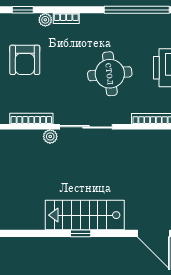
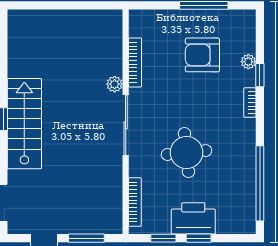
window: (23, 10) -> (260, 75), moved
plant: (45, 20) -> (248, 62), moved

